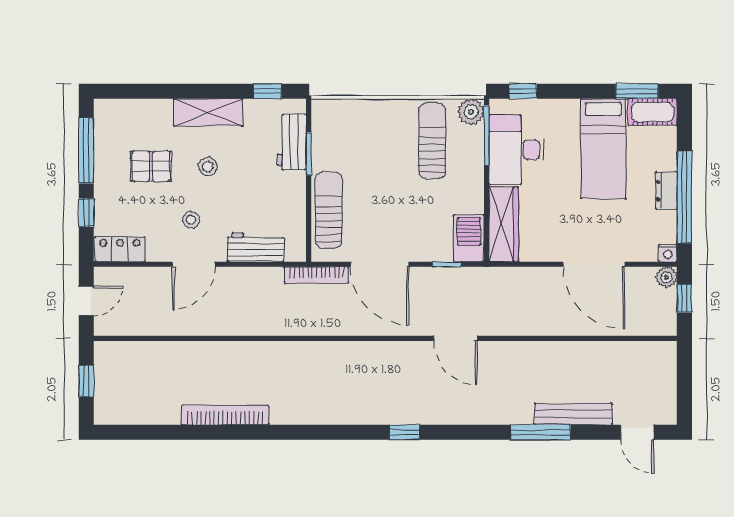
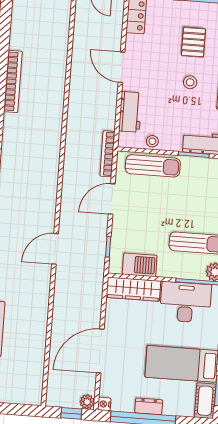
stool: (191, 220) -> (152, 141), moved
barbecue: (469, 238) -> (140, 265), moved
door: (380, 264) -> (112, 199), width x0.73

